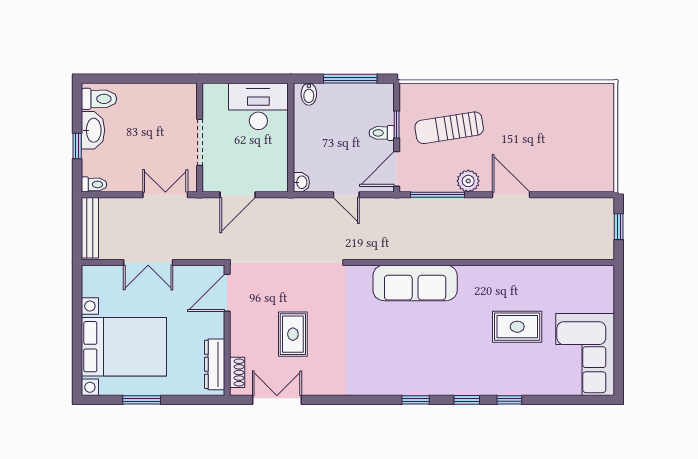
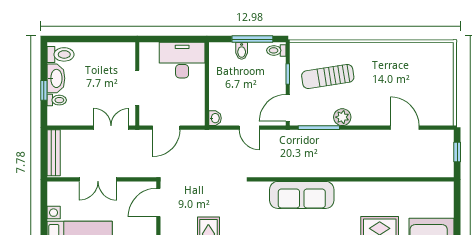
bidet: (309, 94) -> (242, 51), moved
toilet: (382, 133) -> (276, 50), moved
toilet: (94, 184) -> (57, 100), moved
door: (511, 195) -> (405, 128), moved

